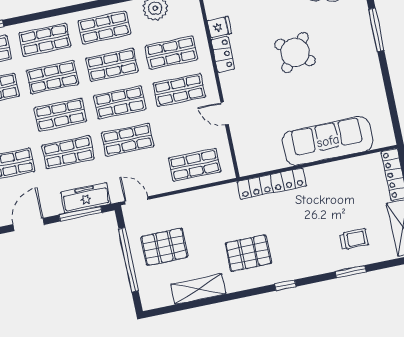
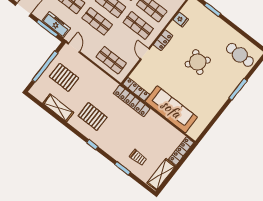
locker: (223, 54) -> (163, 40), moved
locker: (261, 165) -> (136, 89), added

